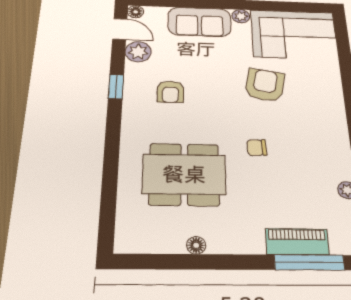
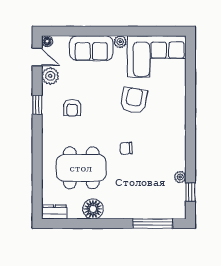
dresser: (136, 242) -> (54, 212), added
piano: (297, 242) -> (147, 211), removed
floor lamp: (196, 245) -> (93, 209), width x1.89, depth x1.89

